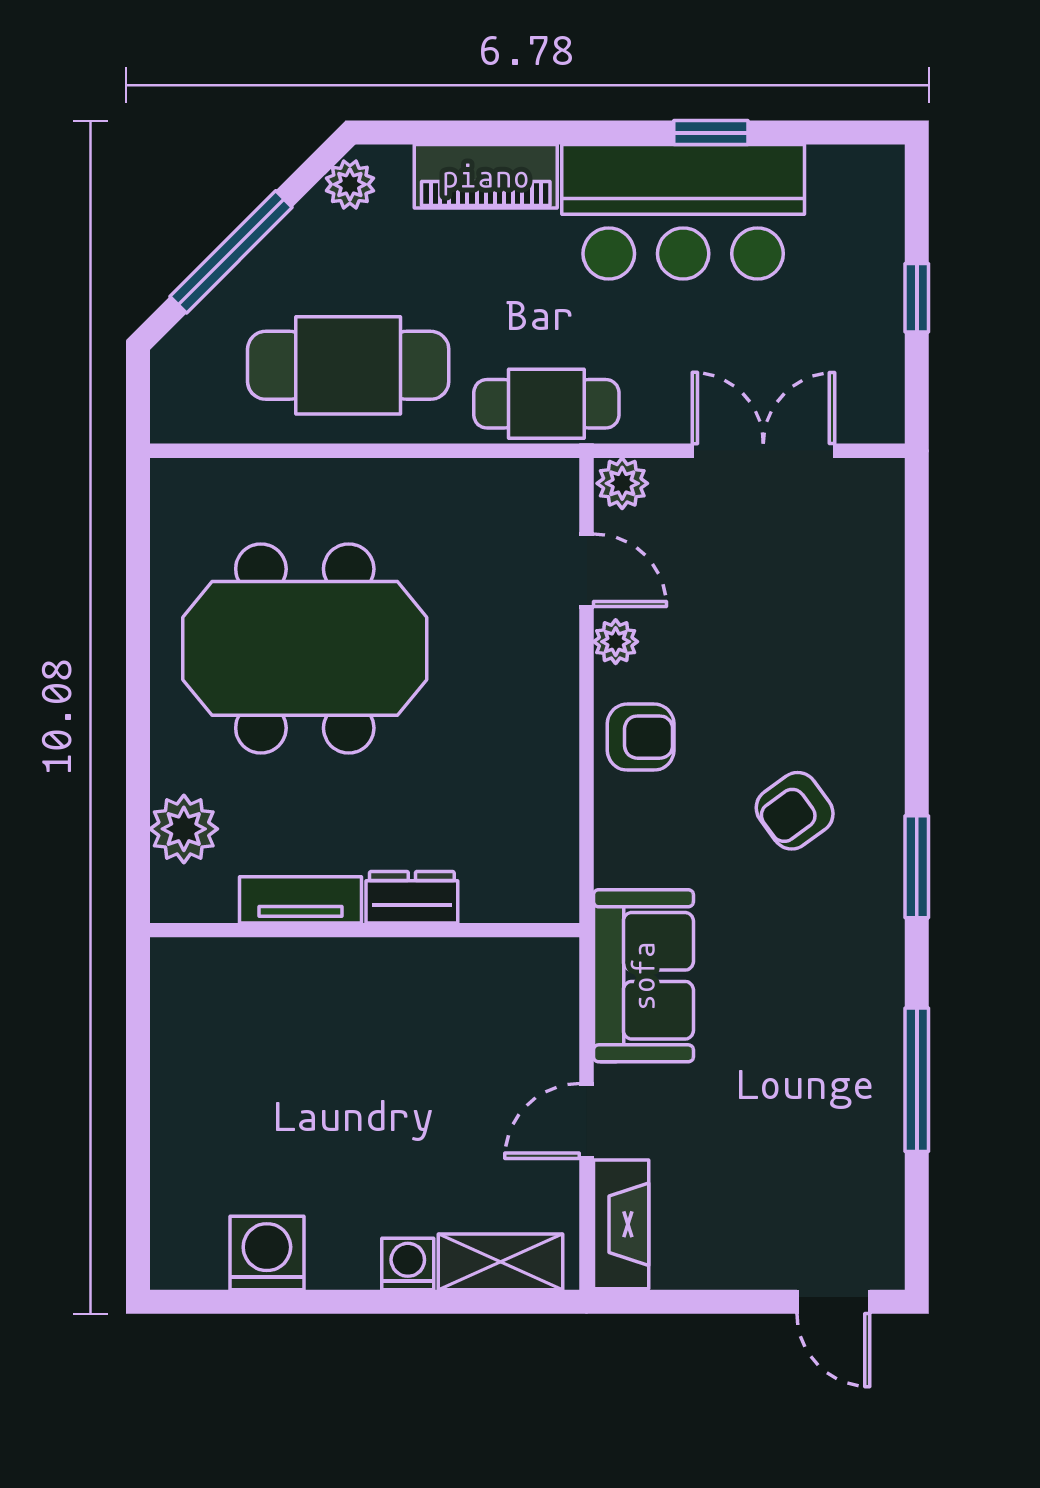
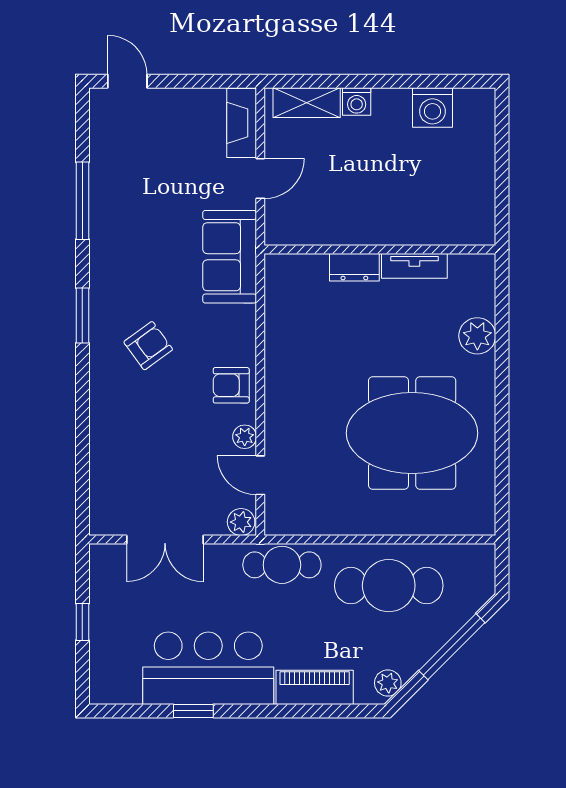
dresser: (412, 897) -> (354, 267), moved
tv unit: (300, 900) -> (414, 266), moved
wall: (365, 930) -> (380, 249), moved

